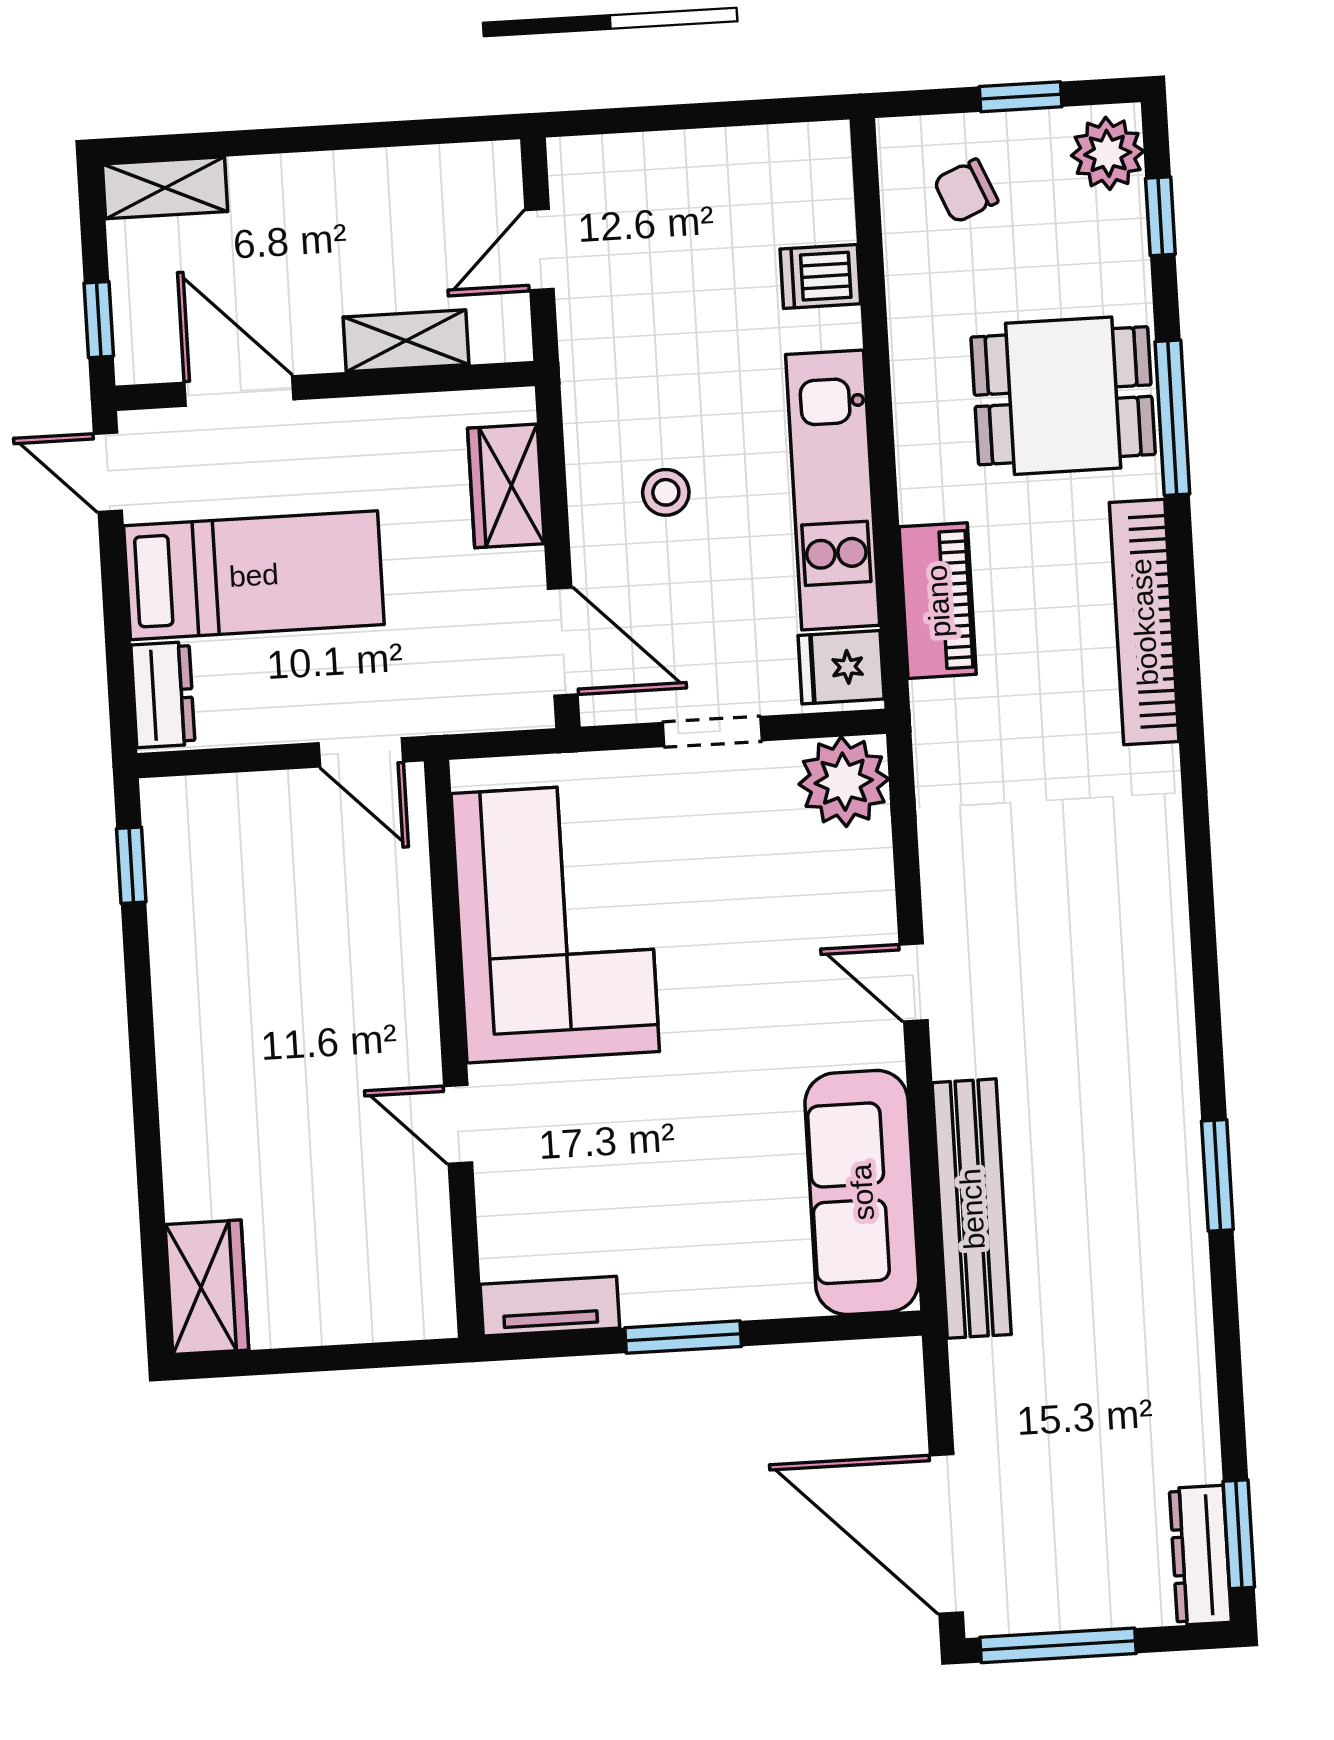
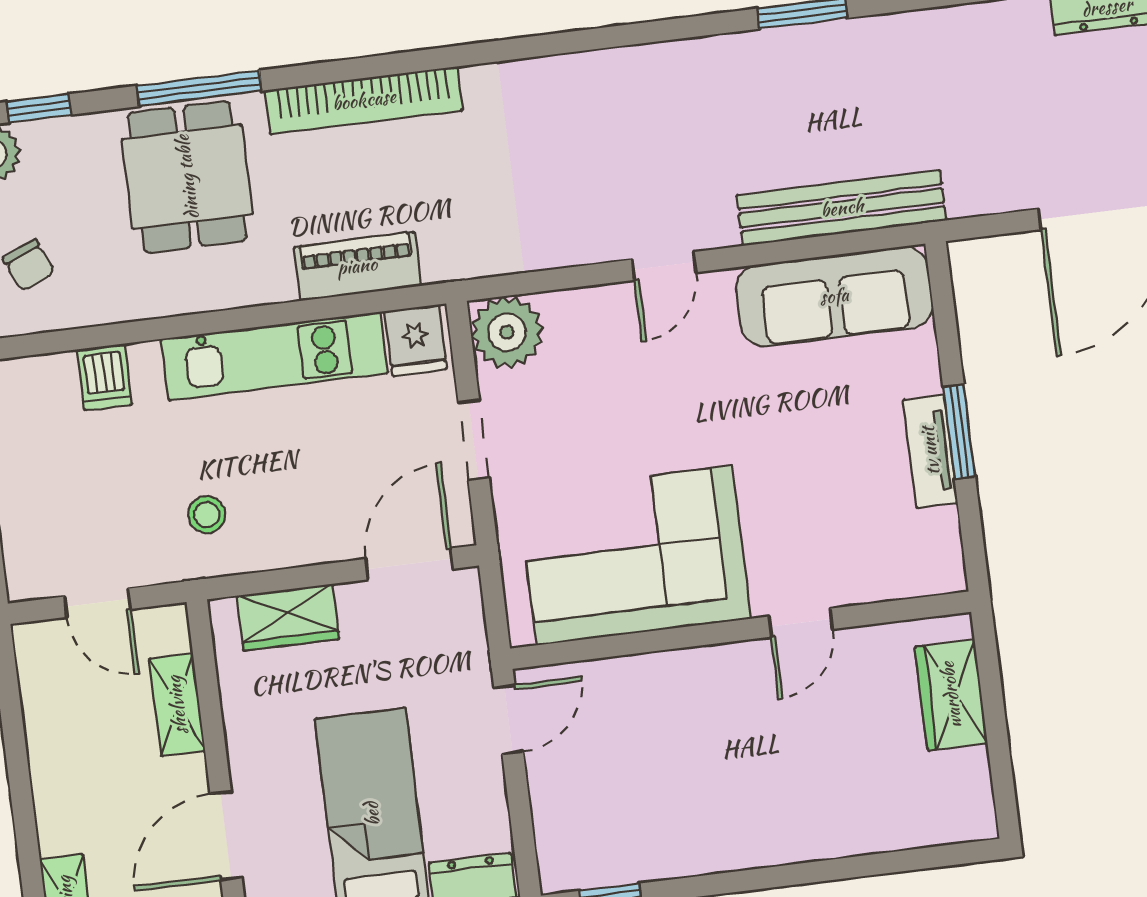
stool: (666, 492) -> (207, 515), moved
wardrobe: (207, 1287) -> (951, 695), moved, turned -90
tv unit: (550, 1306) -> (930, 451), moved

